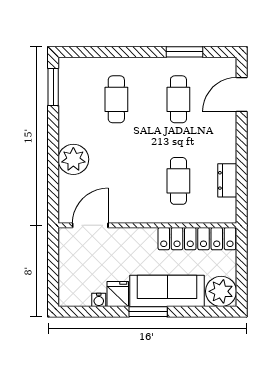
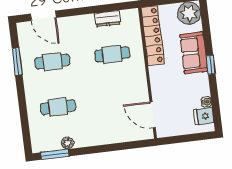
plant: (73, 159) -> (68, 143), moved, width x0.53, depth x0.53
sofa: (167, 291) -> (194, 53), width x0.73
fridge: (118, 294) -> (204, 116), moved
window: (148, 312) -> (211, 65), width x0.67

